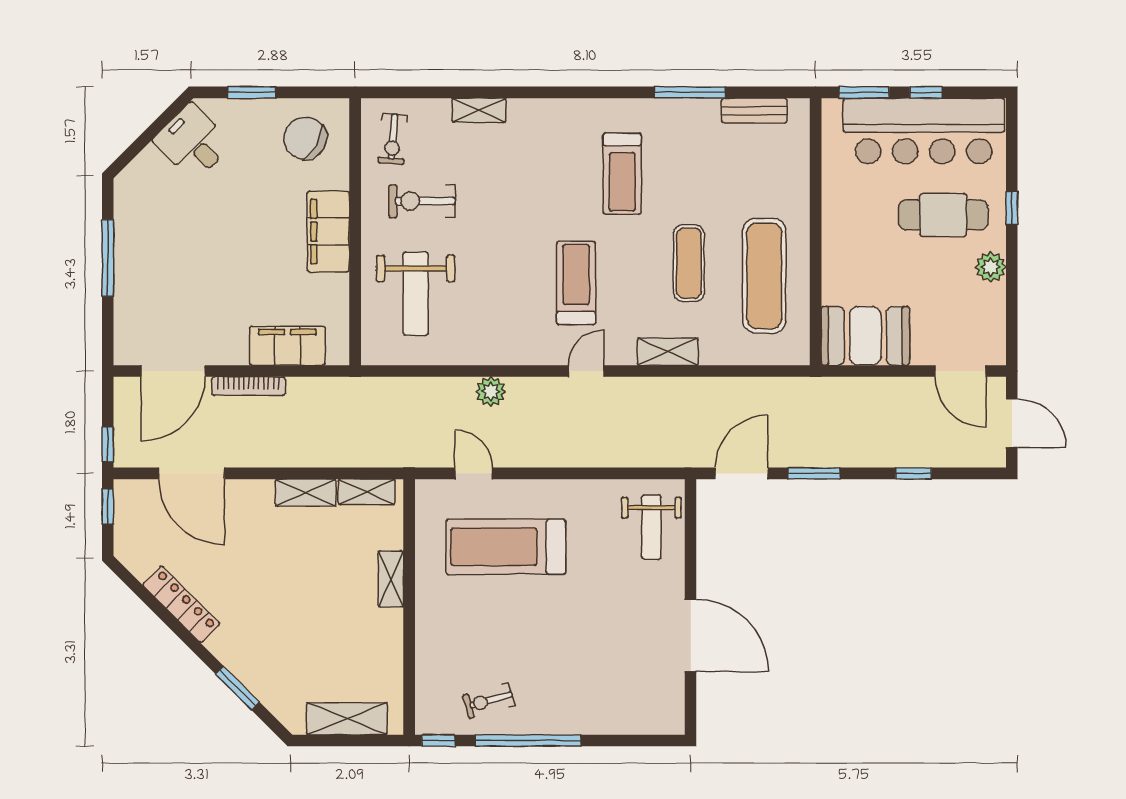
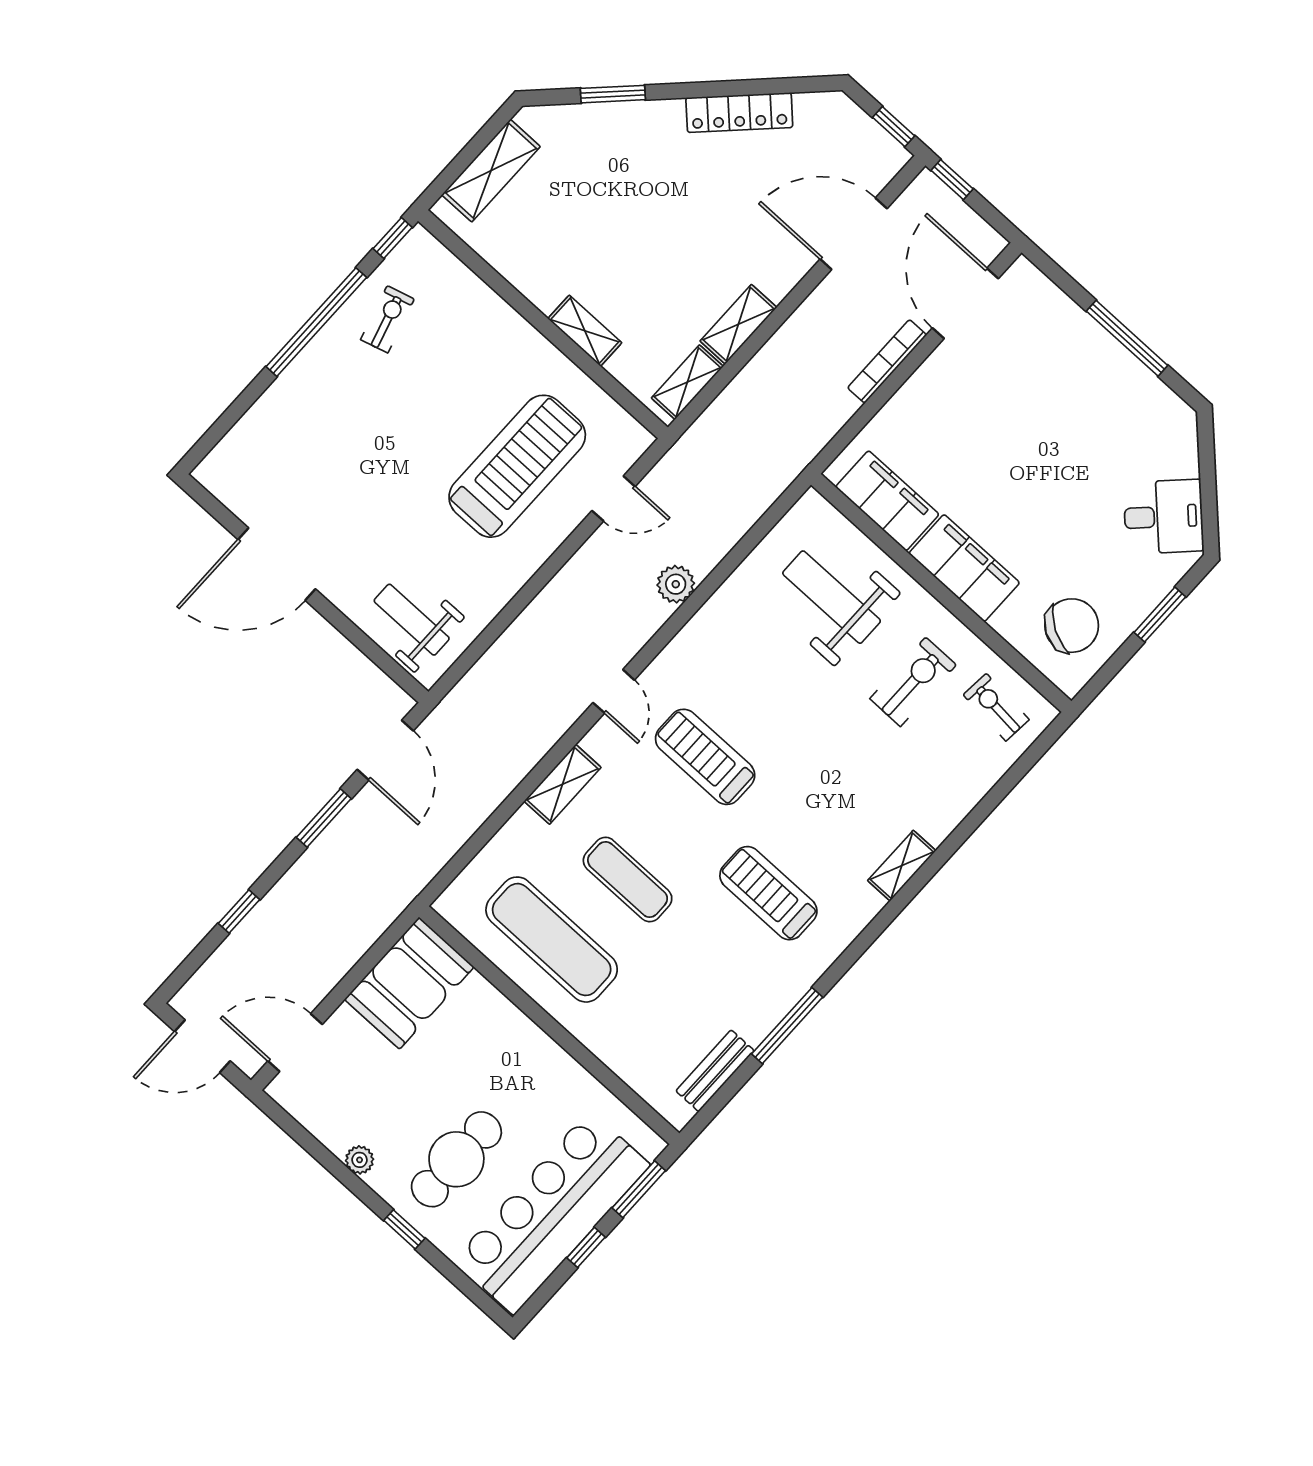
shelving: (479, 110) -> (902, 866), moved
plant: (991, 267) -> (360, 1160), width x0.73, depth x0.73
treadmill: (576, 283) -> (705, 757), turned 180
filing cabinet: (287, 346) -> (887, 501), moved, turned -90

